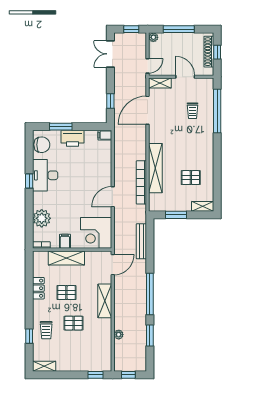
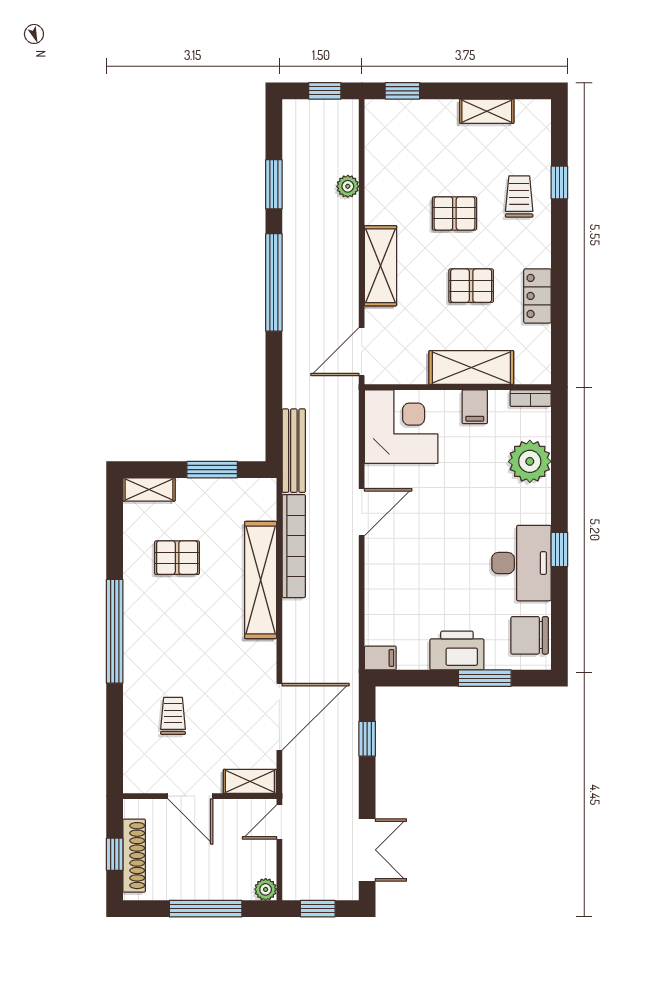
window: (217, 111) -> (115, 631), moved
bench: (141, 241) -> (294, 451), moved
shelving: (44, 366) -> (487, 111), moved

